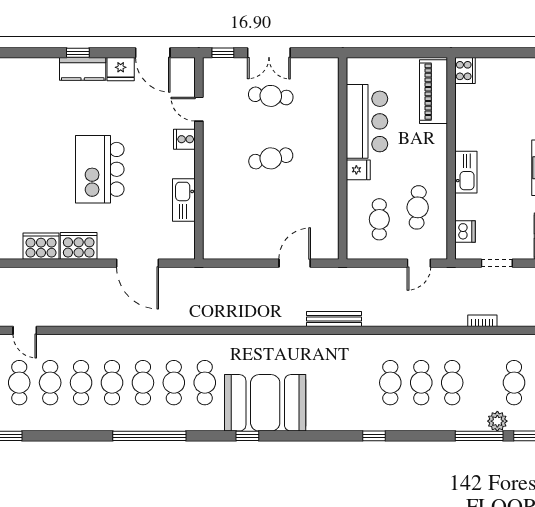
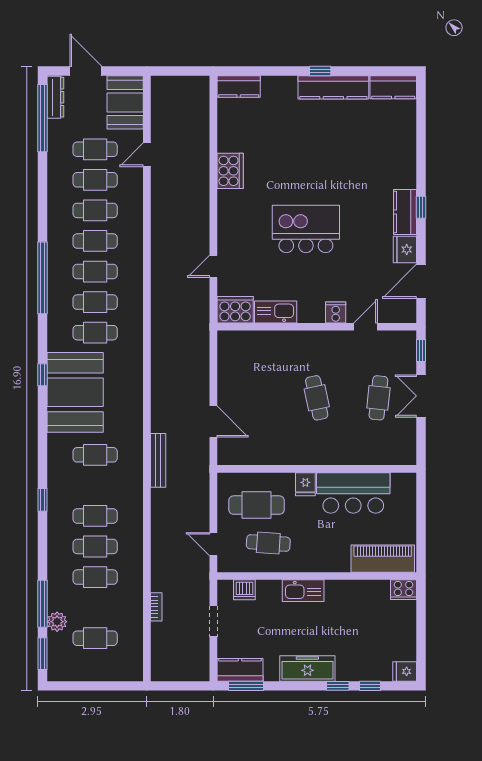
cafe table: (379, 219) -> (256, 505), width x1.37, depth x1.35
cooker: (79, 246) -> (235, 310), moved, turned -90
door: (137, 263) -> (213, 266), width x0.53
cafe table: (328, 383) -> (95, 455), added

